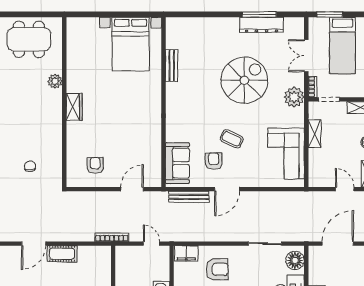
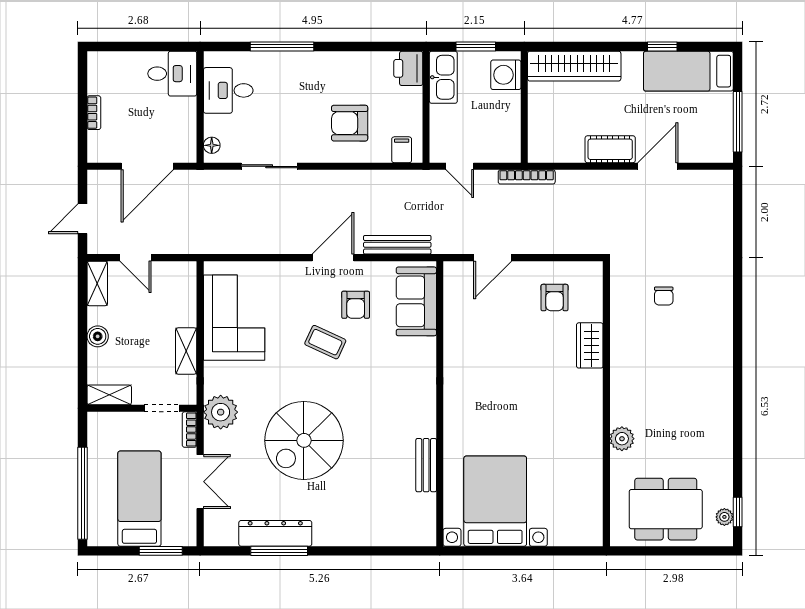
wardrobe: (74, 107) -> (590, 345), moved
filing cabinet: (186, 253) -> (402, 150), width x0.50
floor lamp: (295, 260) -> (212, 145), width x0.53, depth x0.53

